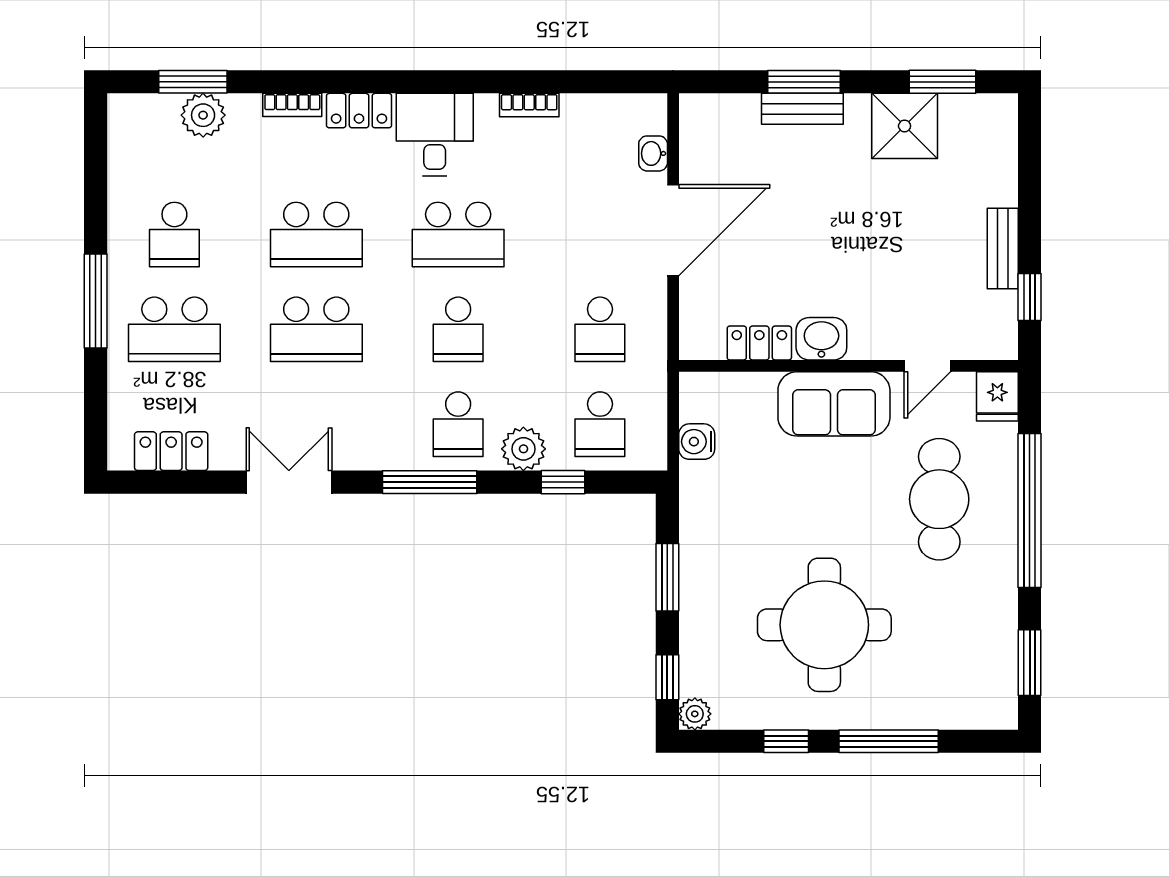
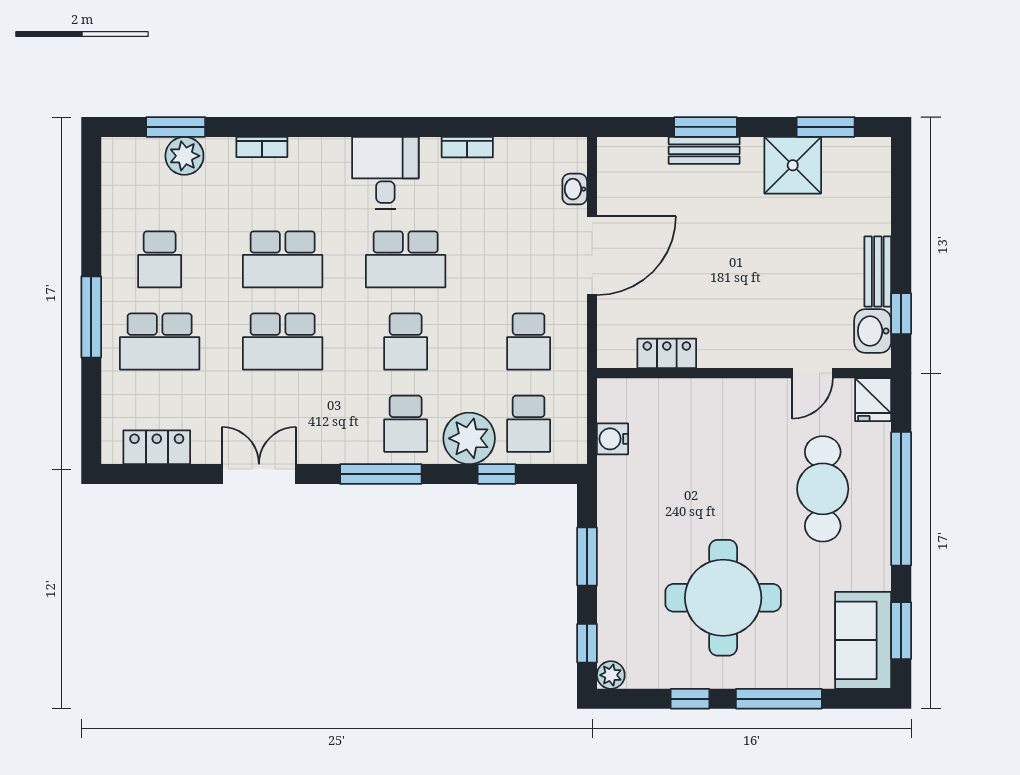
locker: (359, 111) -> (320, 152), removed
washbasin: (821, 339) -> (873, 331), moved, turned -90
sofa: (834, 404) -> (863, 640), moved, turned 90
plant: (523, 449) -> (469, 438), width x1.36, depth x1.36

